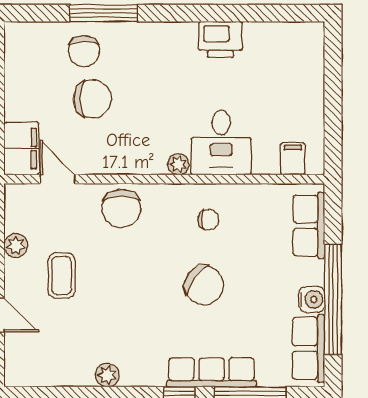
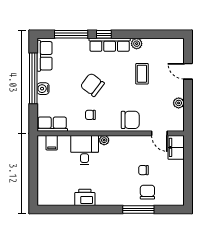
chair: (92, 99) -> (144, 170), width x0.54, depth x0.54
chair: (121, 209) -> (130, 120), turned 90
row of seats: (309, 226) -> (52, 124), moved, turned -90
coffee table: (62, 276) -> (142, 74), moved
water cooler: (312, 299) -> (43, 89), moved
row of seats: (211, 372) -> (110, 45), moved

